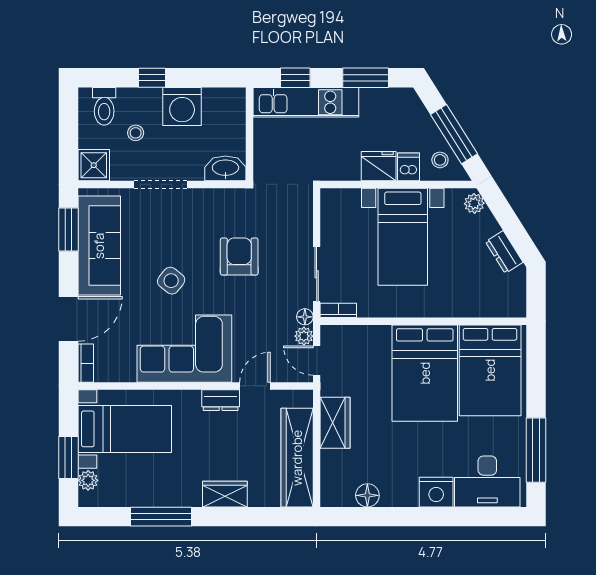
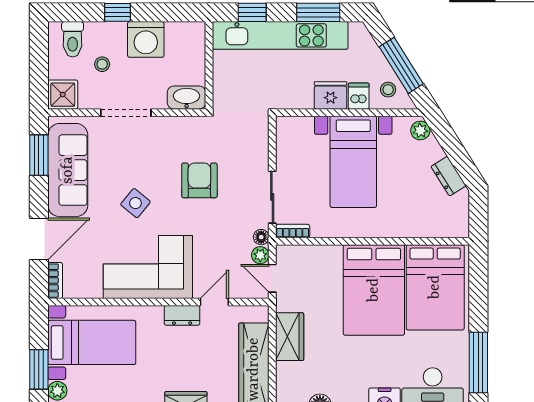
kitchen unit: (306, 102) -> (280, 35), width x1.36

